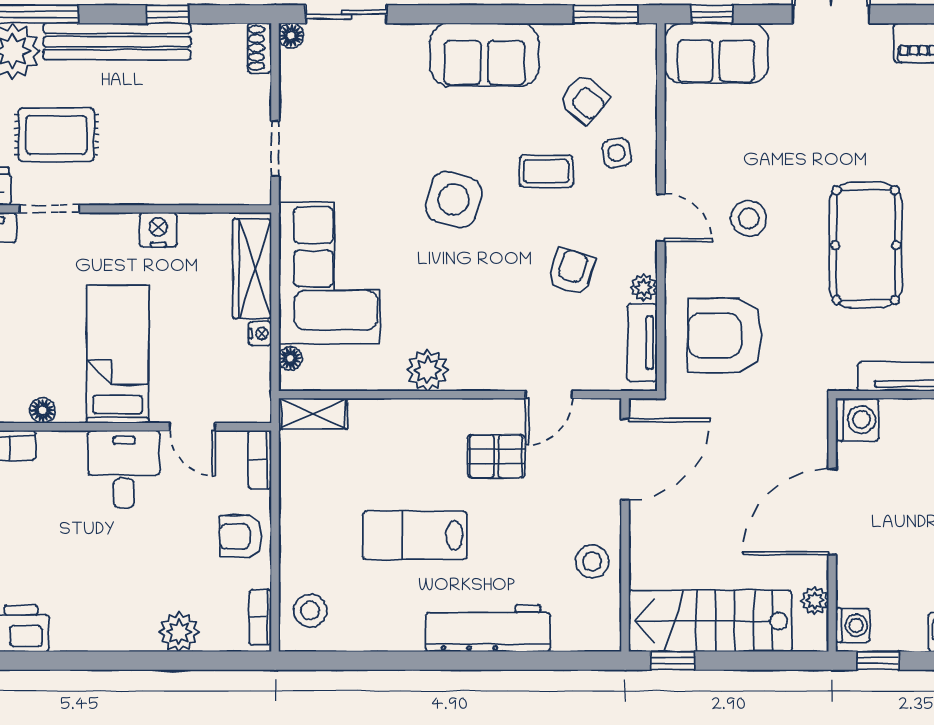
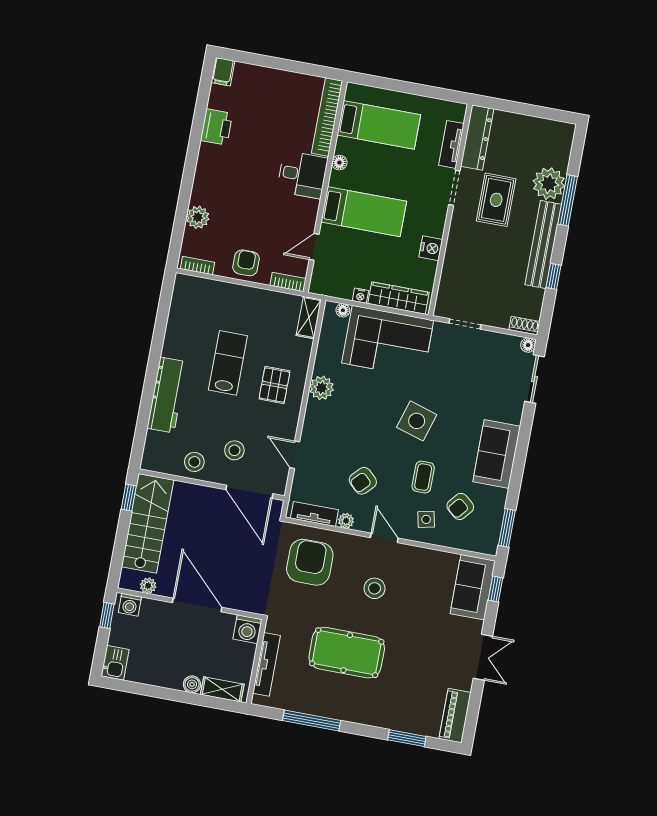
door: (661, 218) -> (384, 538), swing flipped
armchair: (571, 272) -> (363, 481), turned 117
pallet: (496, 456) -> (274, 385), moved
desk: (124, 469) -> (302, 175), moved
stool: (310, 611) -> (234, 450), moved

